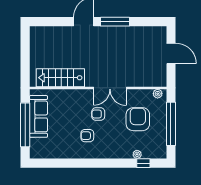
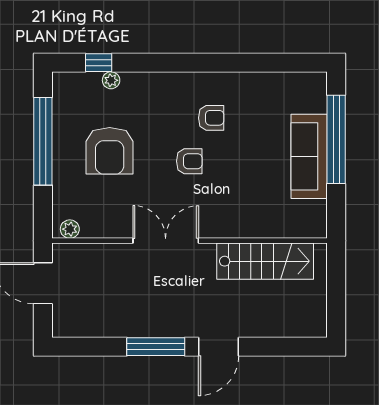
stairs: (60, 78) -> (265, 261), moved
wall: (98, 88) -> (190, 241), moved
double door: (110, 88) -> (166, 241), moved
plant: (158, 94) -> (70, 229), moved

